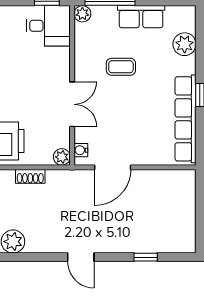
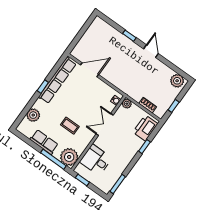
plant: (82, 14) -> (69, 157), width x1.87, depth x1.87
desk: (48, 26) -> (96, 160), moved
door: (113, 167) -> (90, 70), moved
window: (146, 257) -> (129, 36), moved

